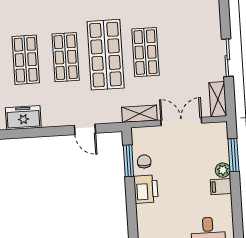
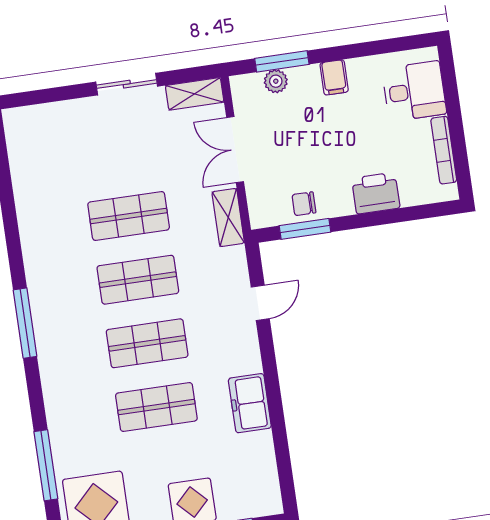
shop shelf: (106, 55) -> (138, 280), width x0.70, depth x0.74
plant: (223, 170) -> (276, 81), moved
printer: (146, 189) -> (376, 193), moved

